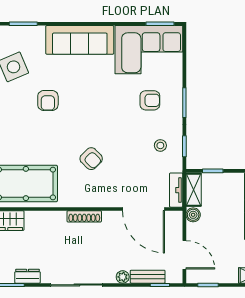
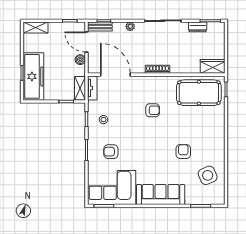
armchair: (91, 159) -> (153, 110), turned 135
boiler: (193, 215) -> (80, 60), moved
bench: (148, 277) -> (100, 27), moved

